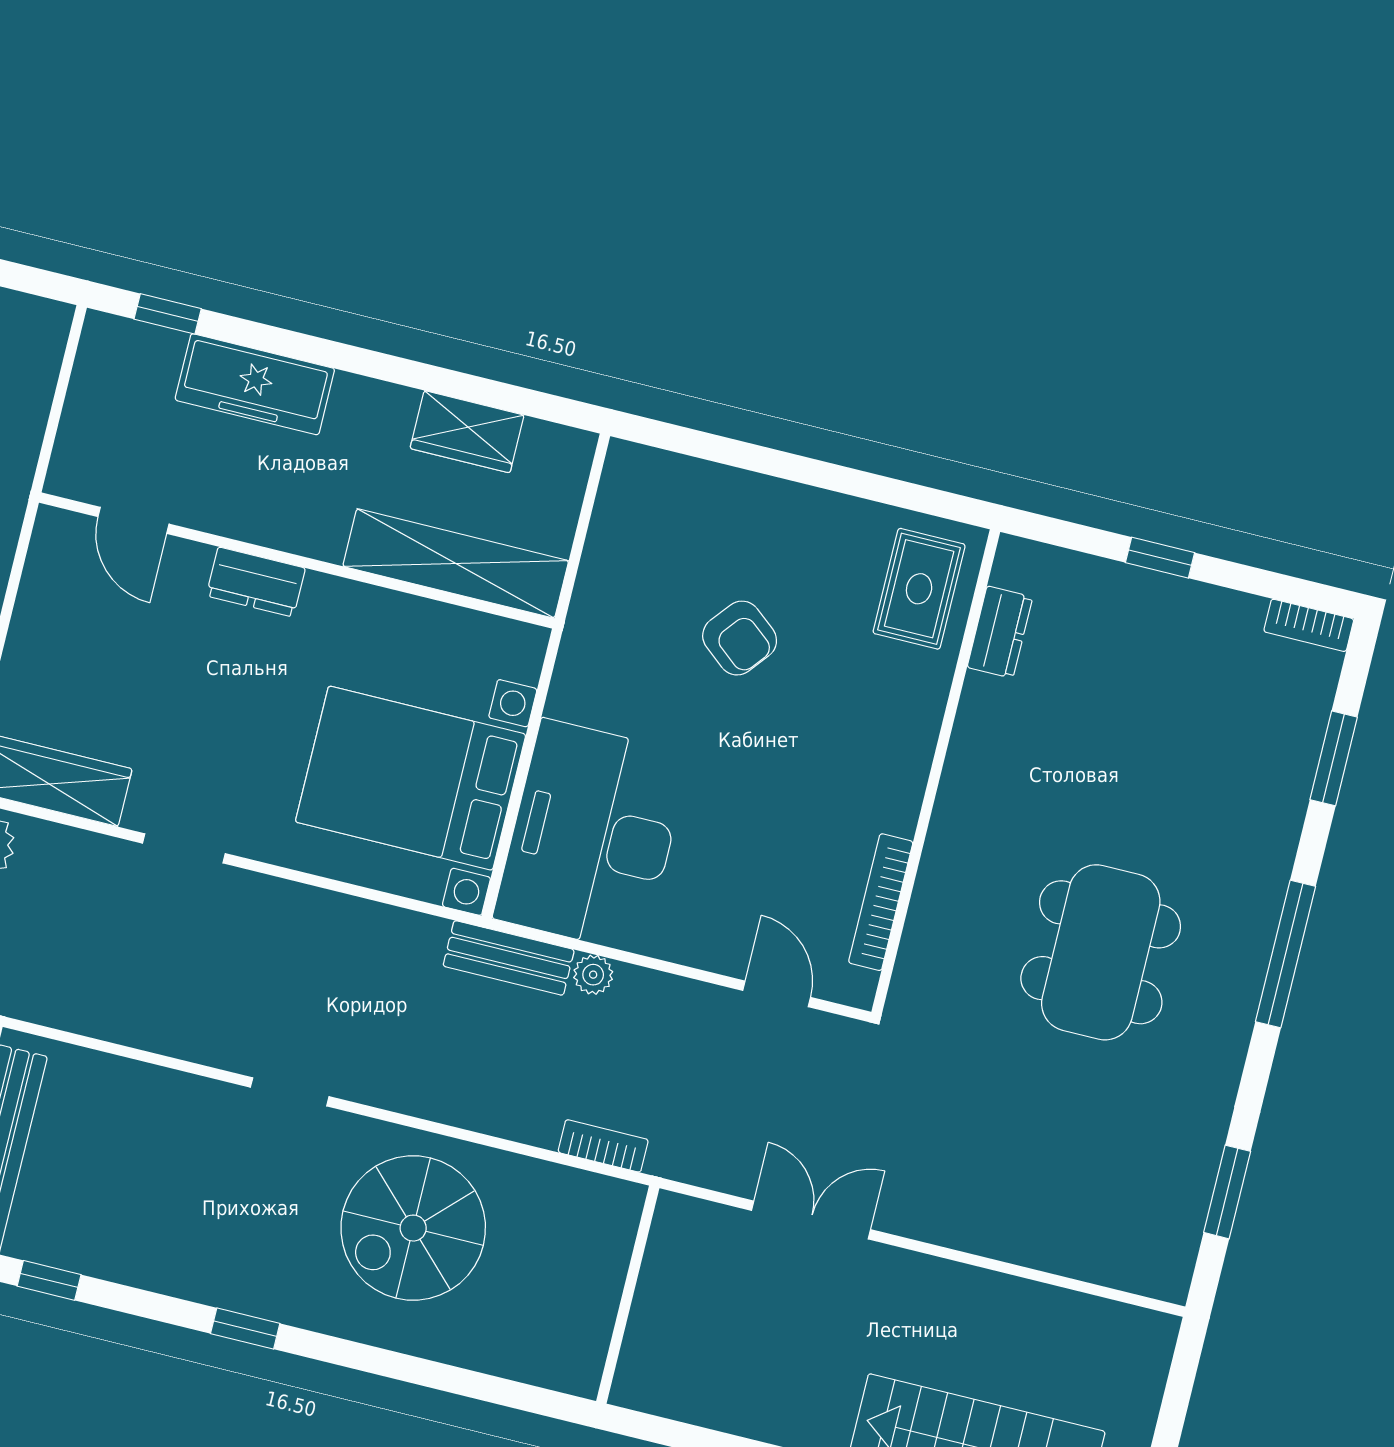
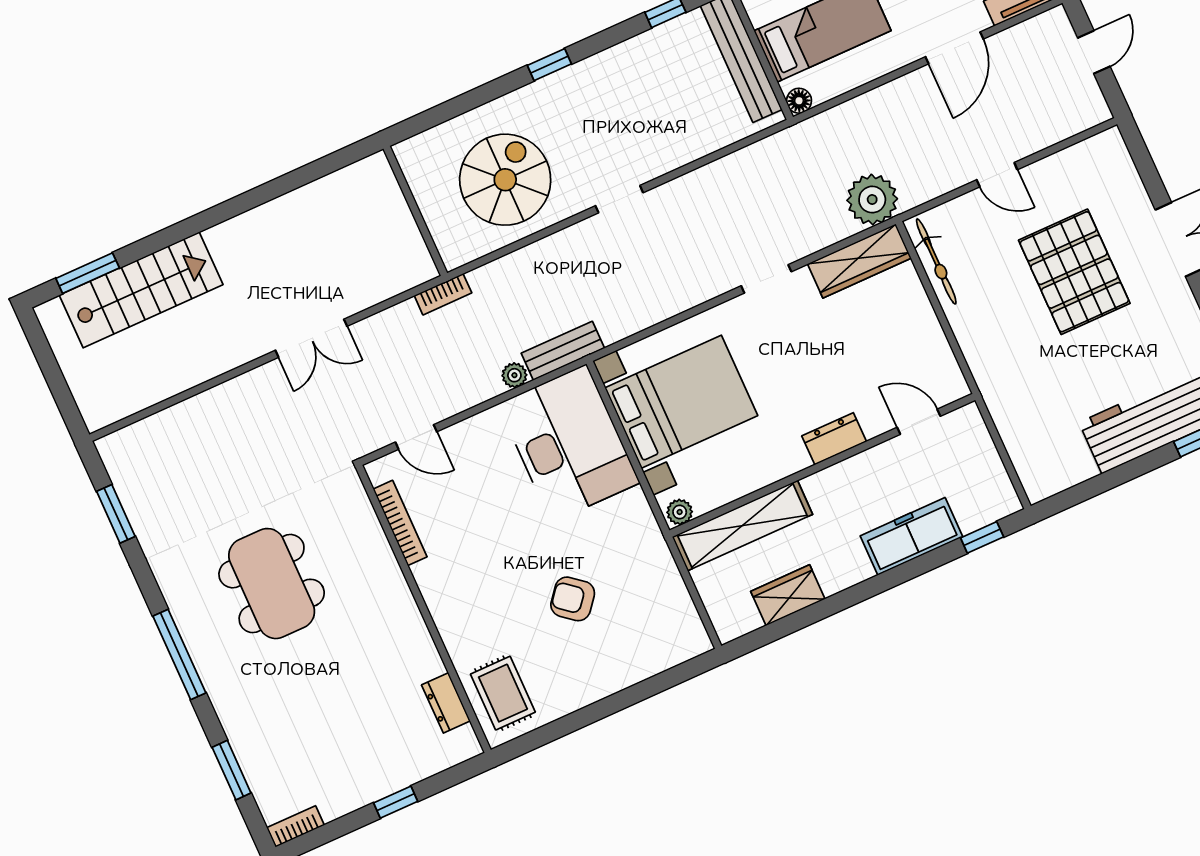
plant: (521, 642) -> (680, 512), added
wall: (628, 1295) -> (415, 211), moved

